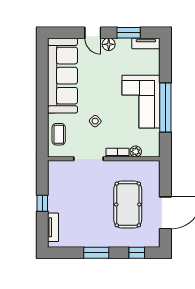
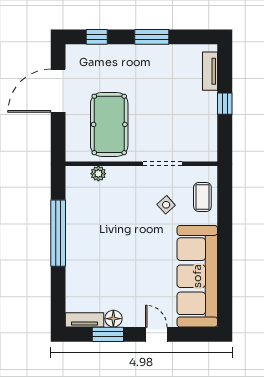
floor lamp: (109, 44) -> (113, 319), moved
corner sofa: (141, 102) -> (91, 241), removed
side table: (95, 121) -> (166, 205), moved
bookcase: (117, 153) -> (123, 172), removed
pool table: (128, 204) -> (109, 124), moved

